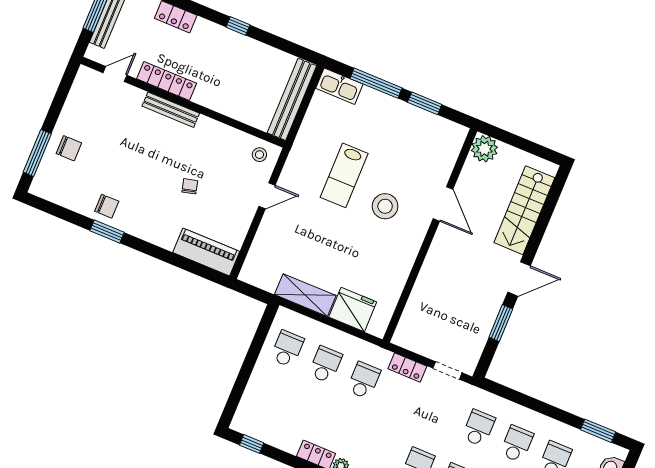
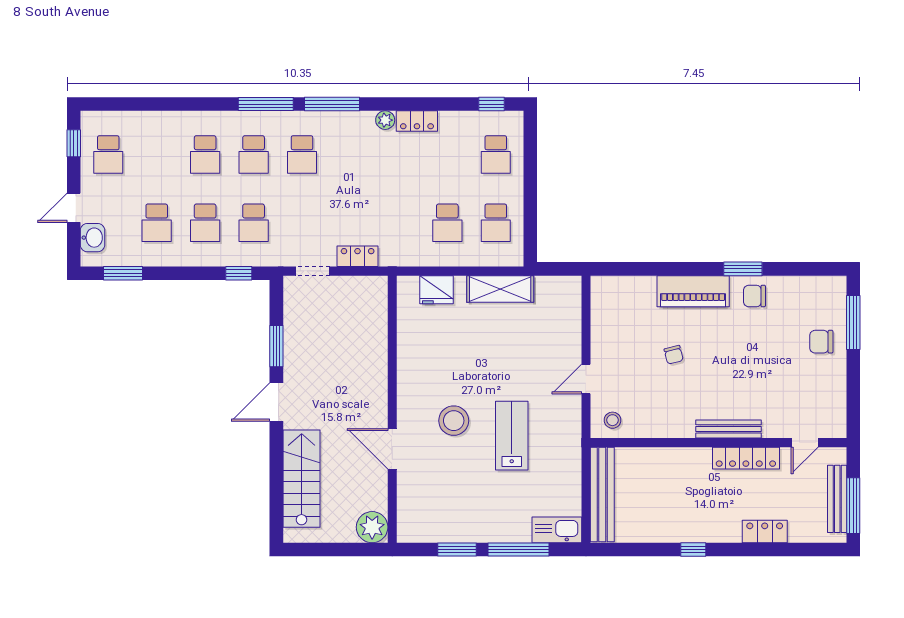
piano: (206, 252) -> (693, 291), moved
fridge: (353, 309) -> (436, 290), width x0.73, depth x0.75
school desk: (364, 380) -> (496, 154), moved
window: (507, 393) -> (239, 273), added

